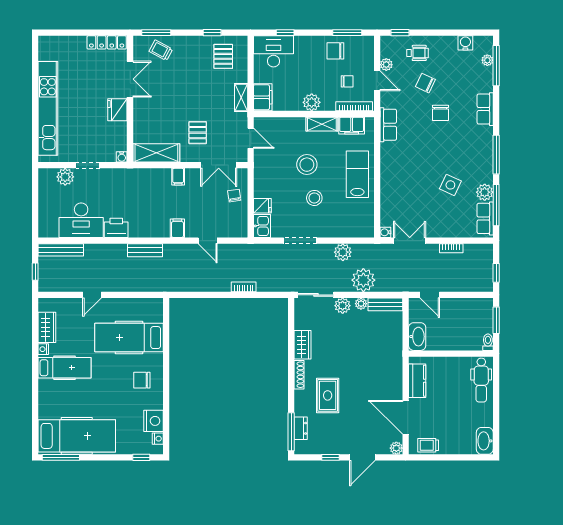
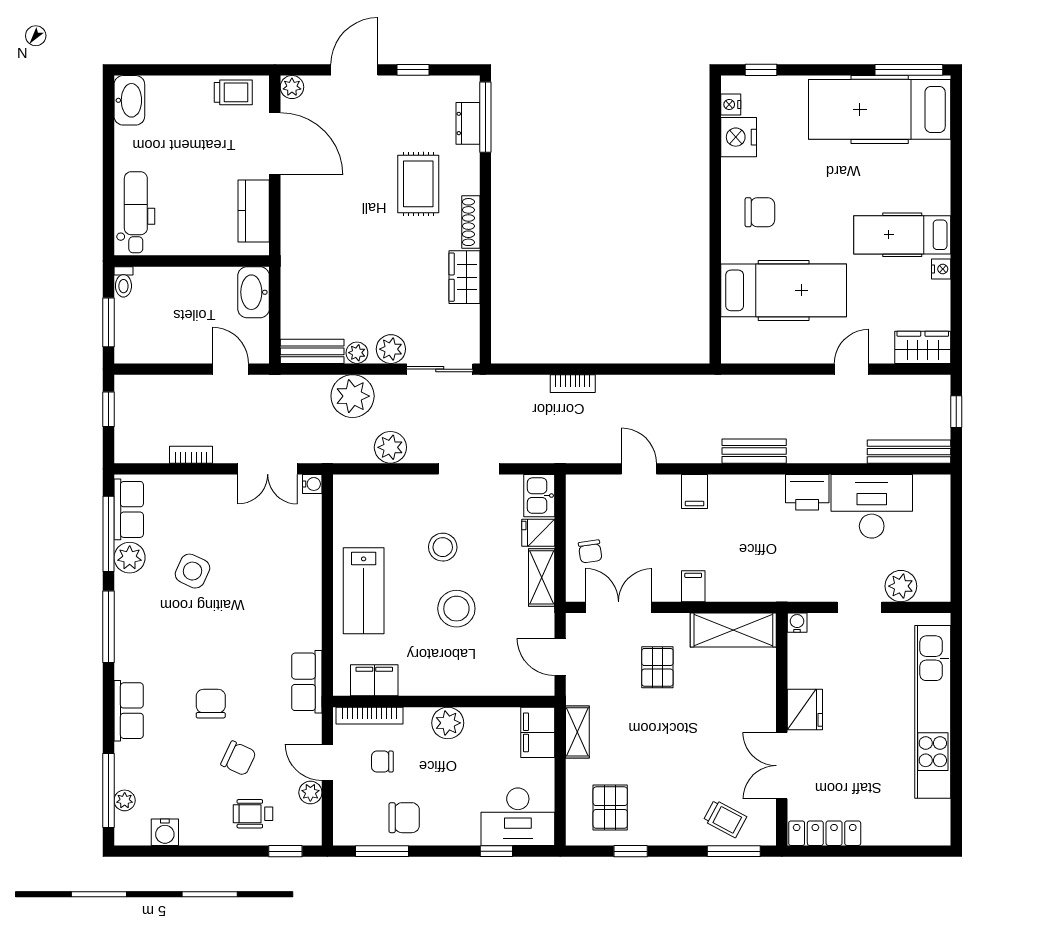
shelving: (322, 124) -> (542, 577), moved, turned 90
wardrobe: (47, 327) -> (923, 347), moved, turned 90

